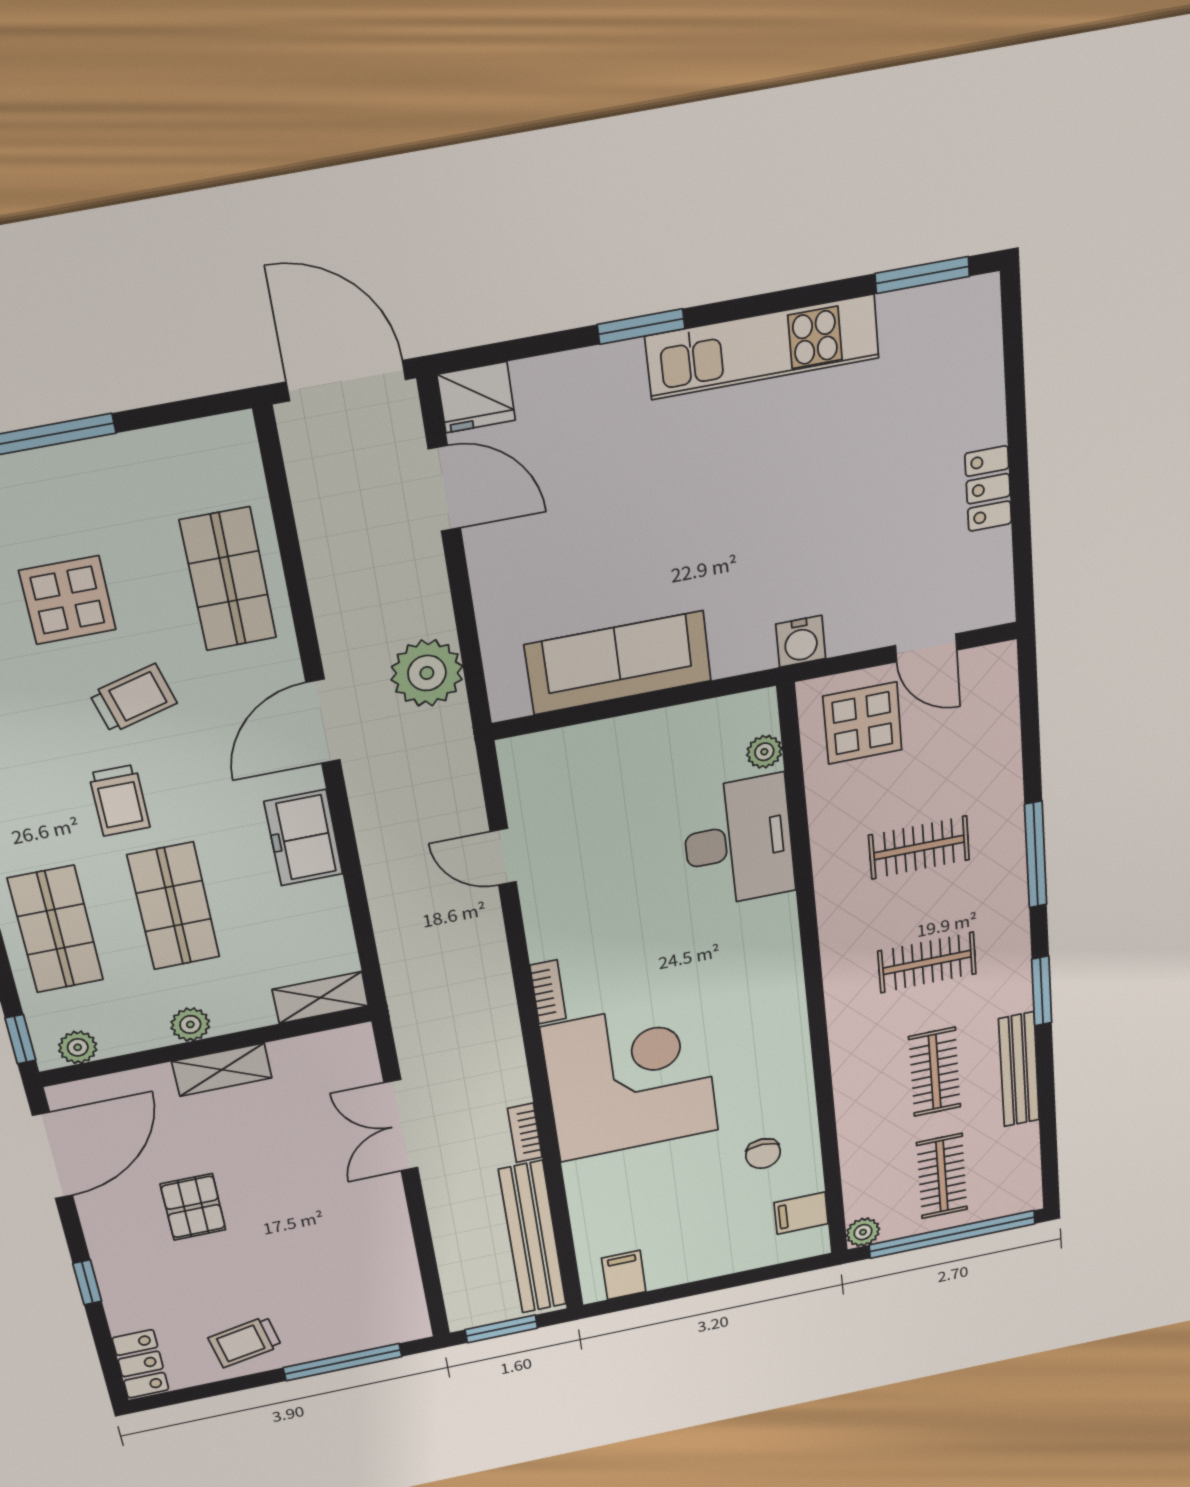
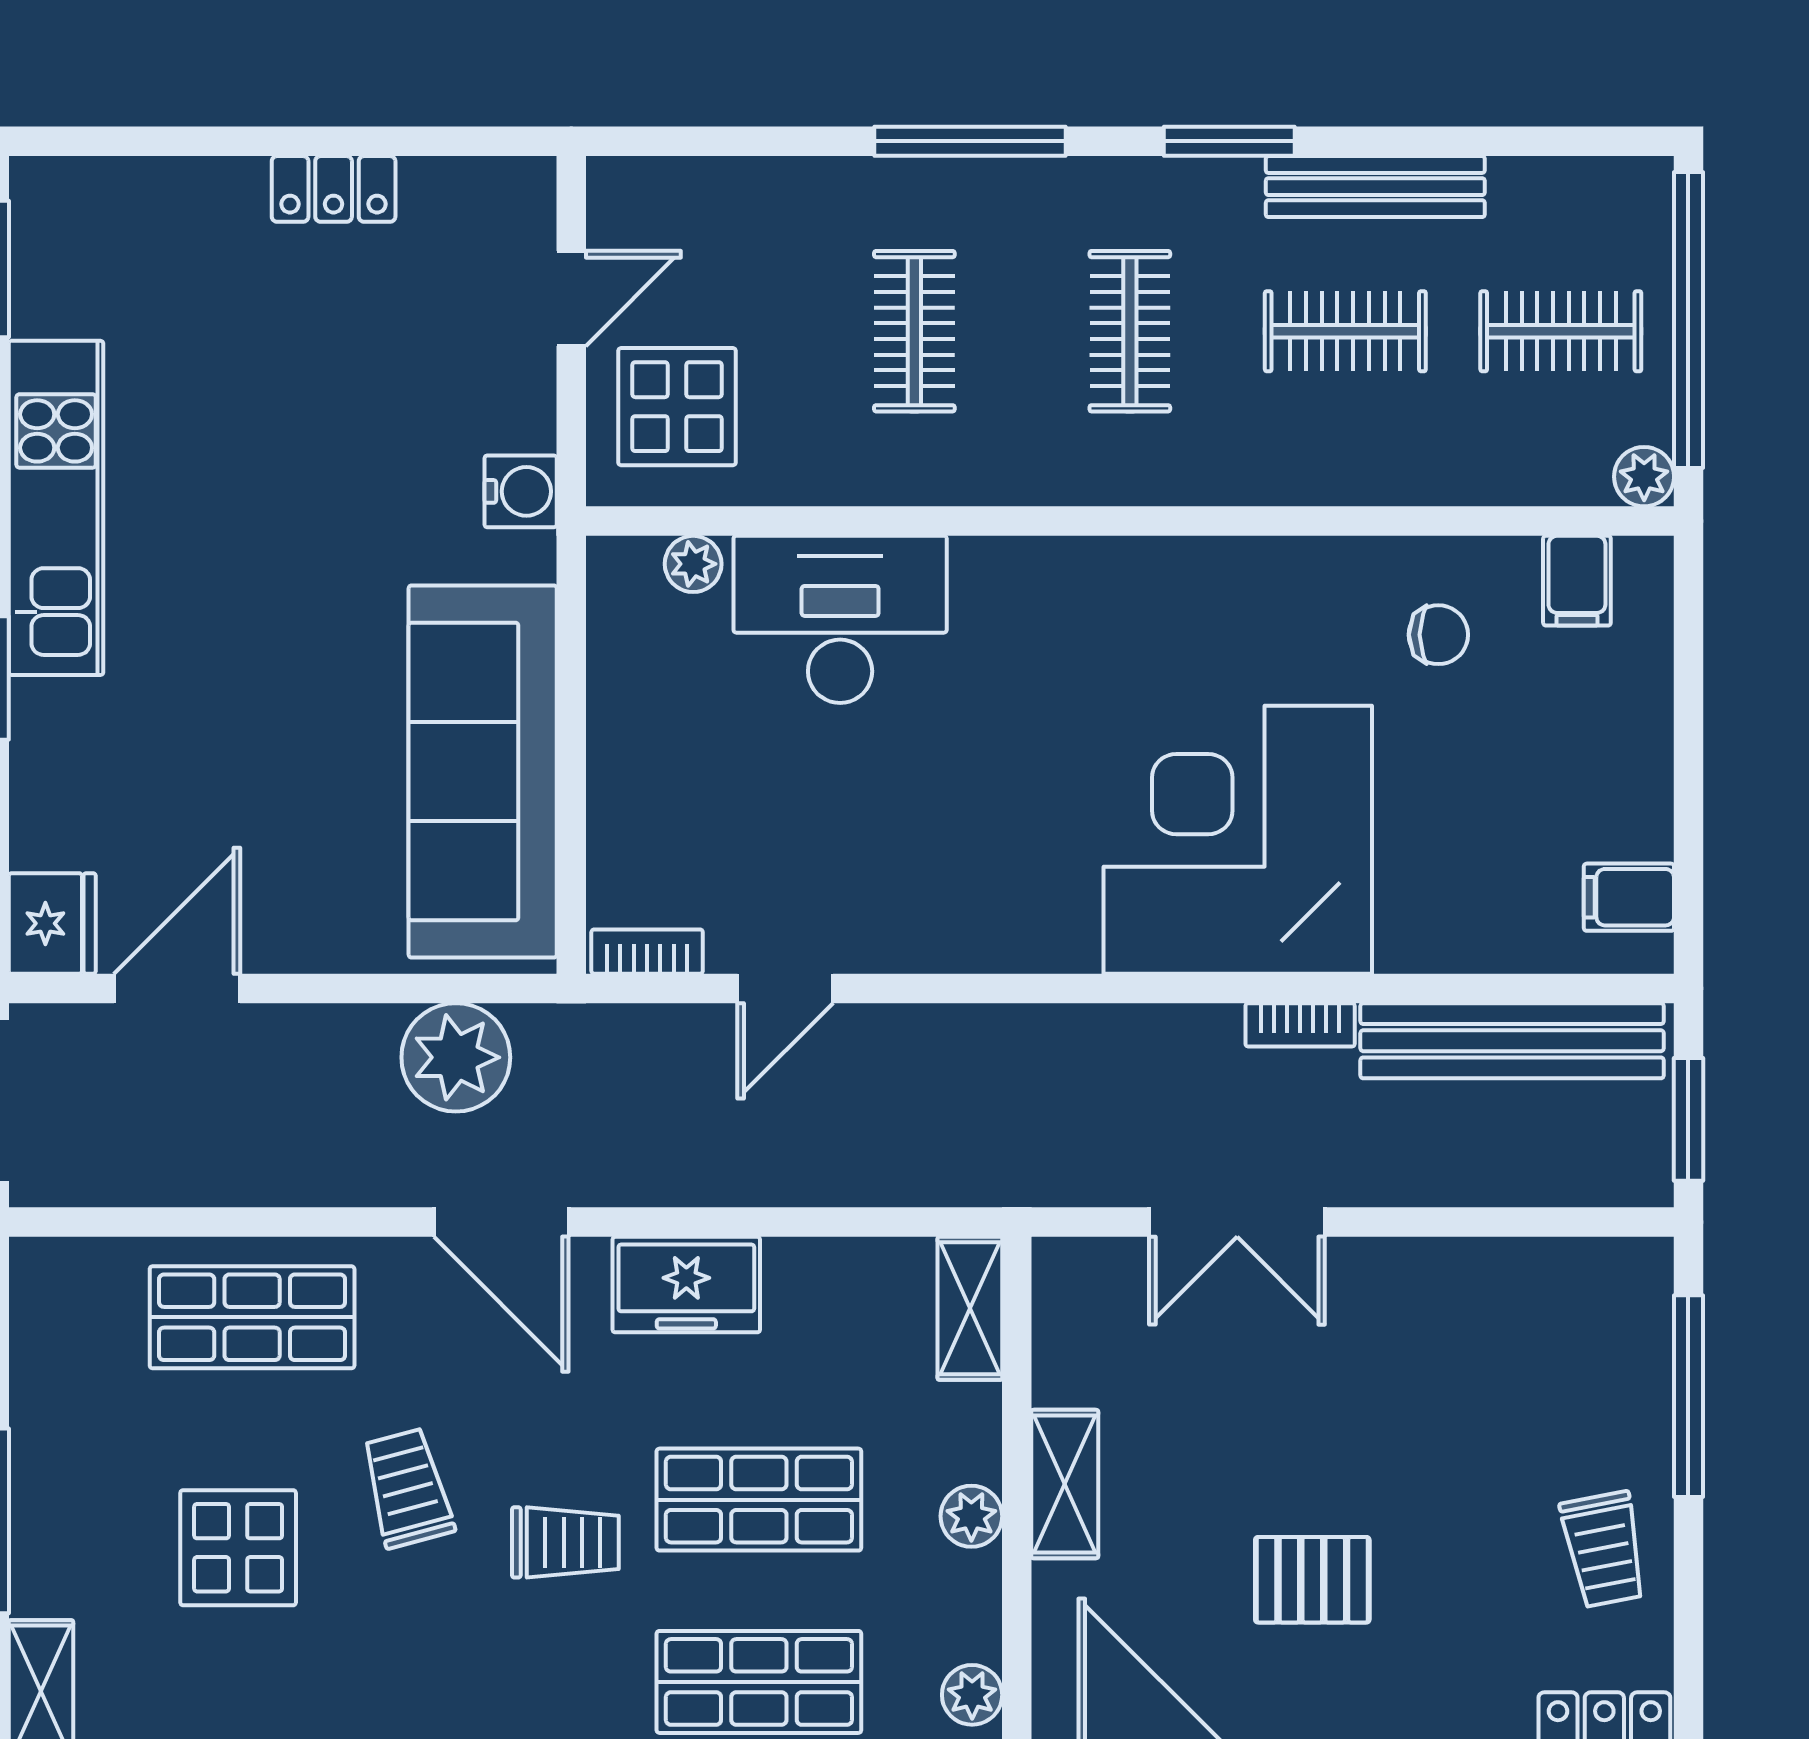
sofa: (618, 663) -> (483, 771), width x1.36, depth x1.27
bookcase: (548, 992) -> (647, 952), moved

